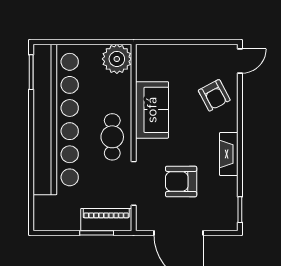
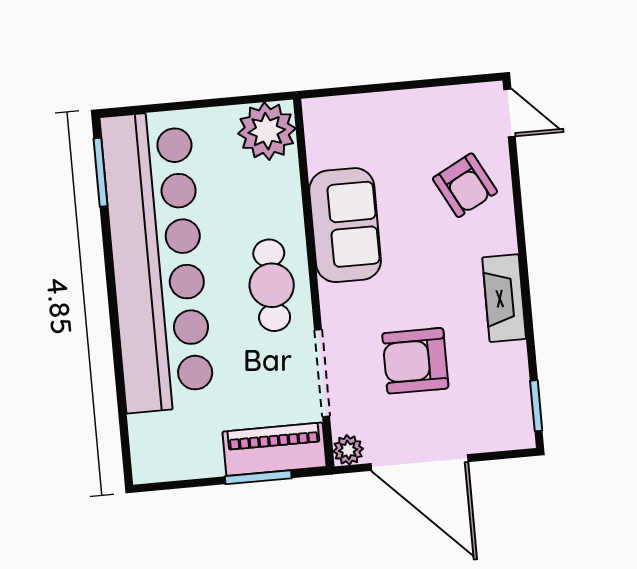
door: (240, 61) -> (510, 113), hinge flipped
plant: (143, 223) -> (348, 450), added

